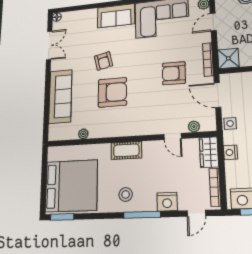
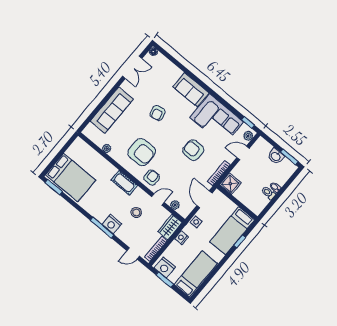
armchair: (174, 73) -> (193, 150), moved
armchair: (112, 92) -> (142, 152), moved
armchair: (148, 122) -> (152, 178), added
door: (173, 136) -> (158, 199), swing flipped
bed: (71, 186) -> (71, 178), width x0.73
stool: (126, 194) -> (136, 212), moved
nightstand: (167, 202) -> (112, 224), moved

